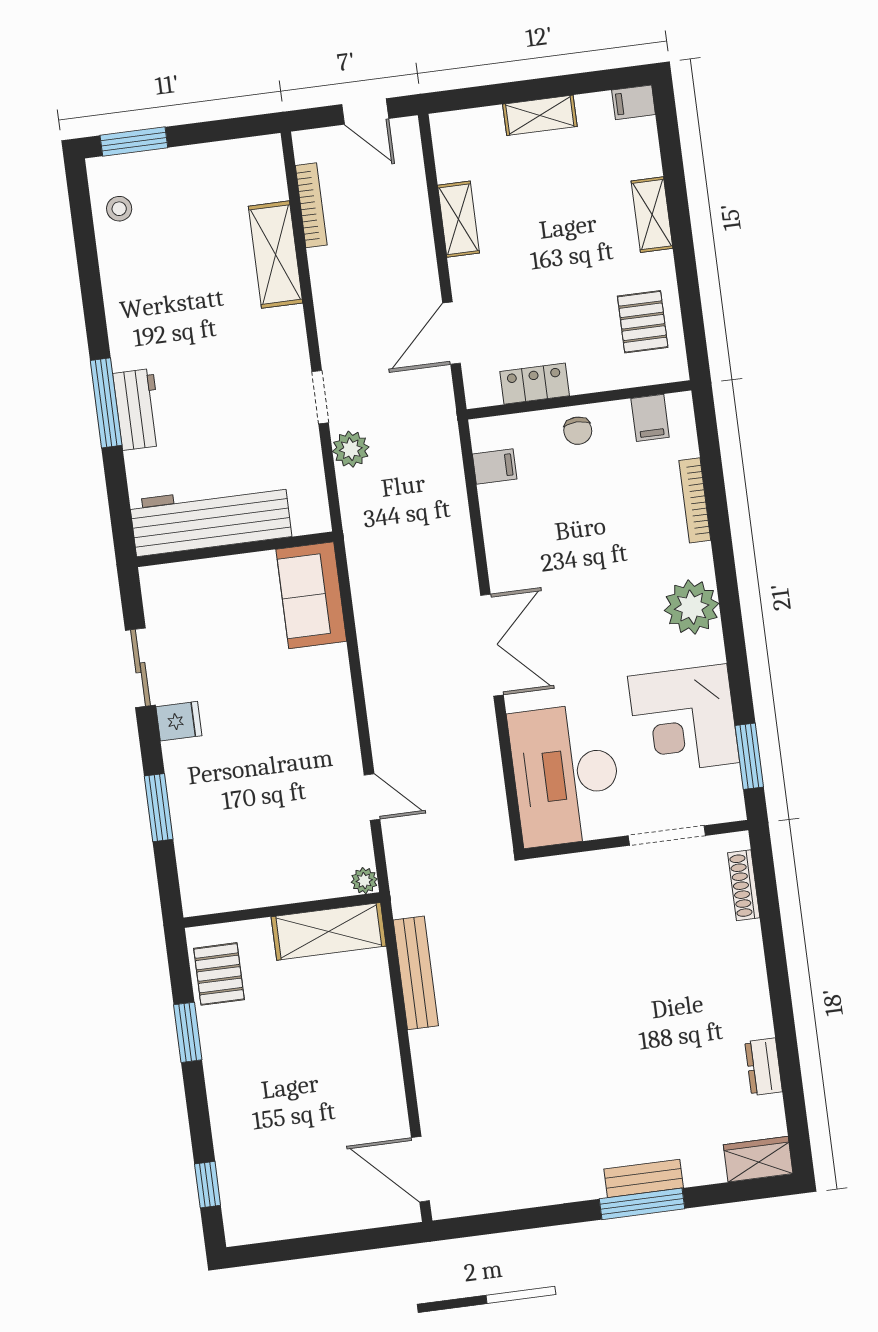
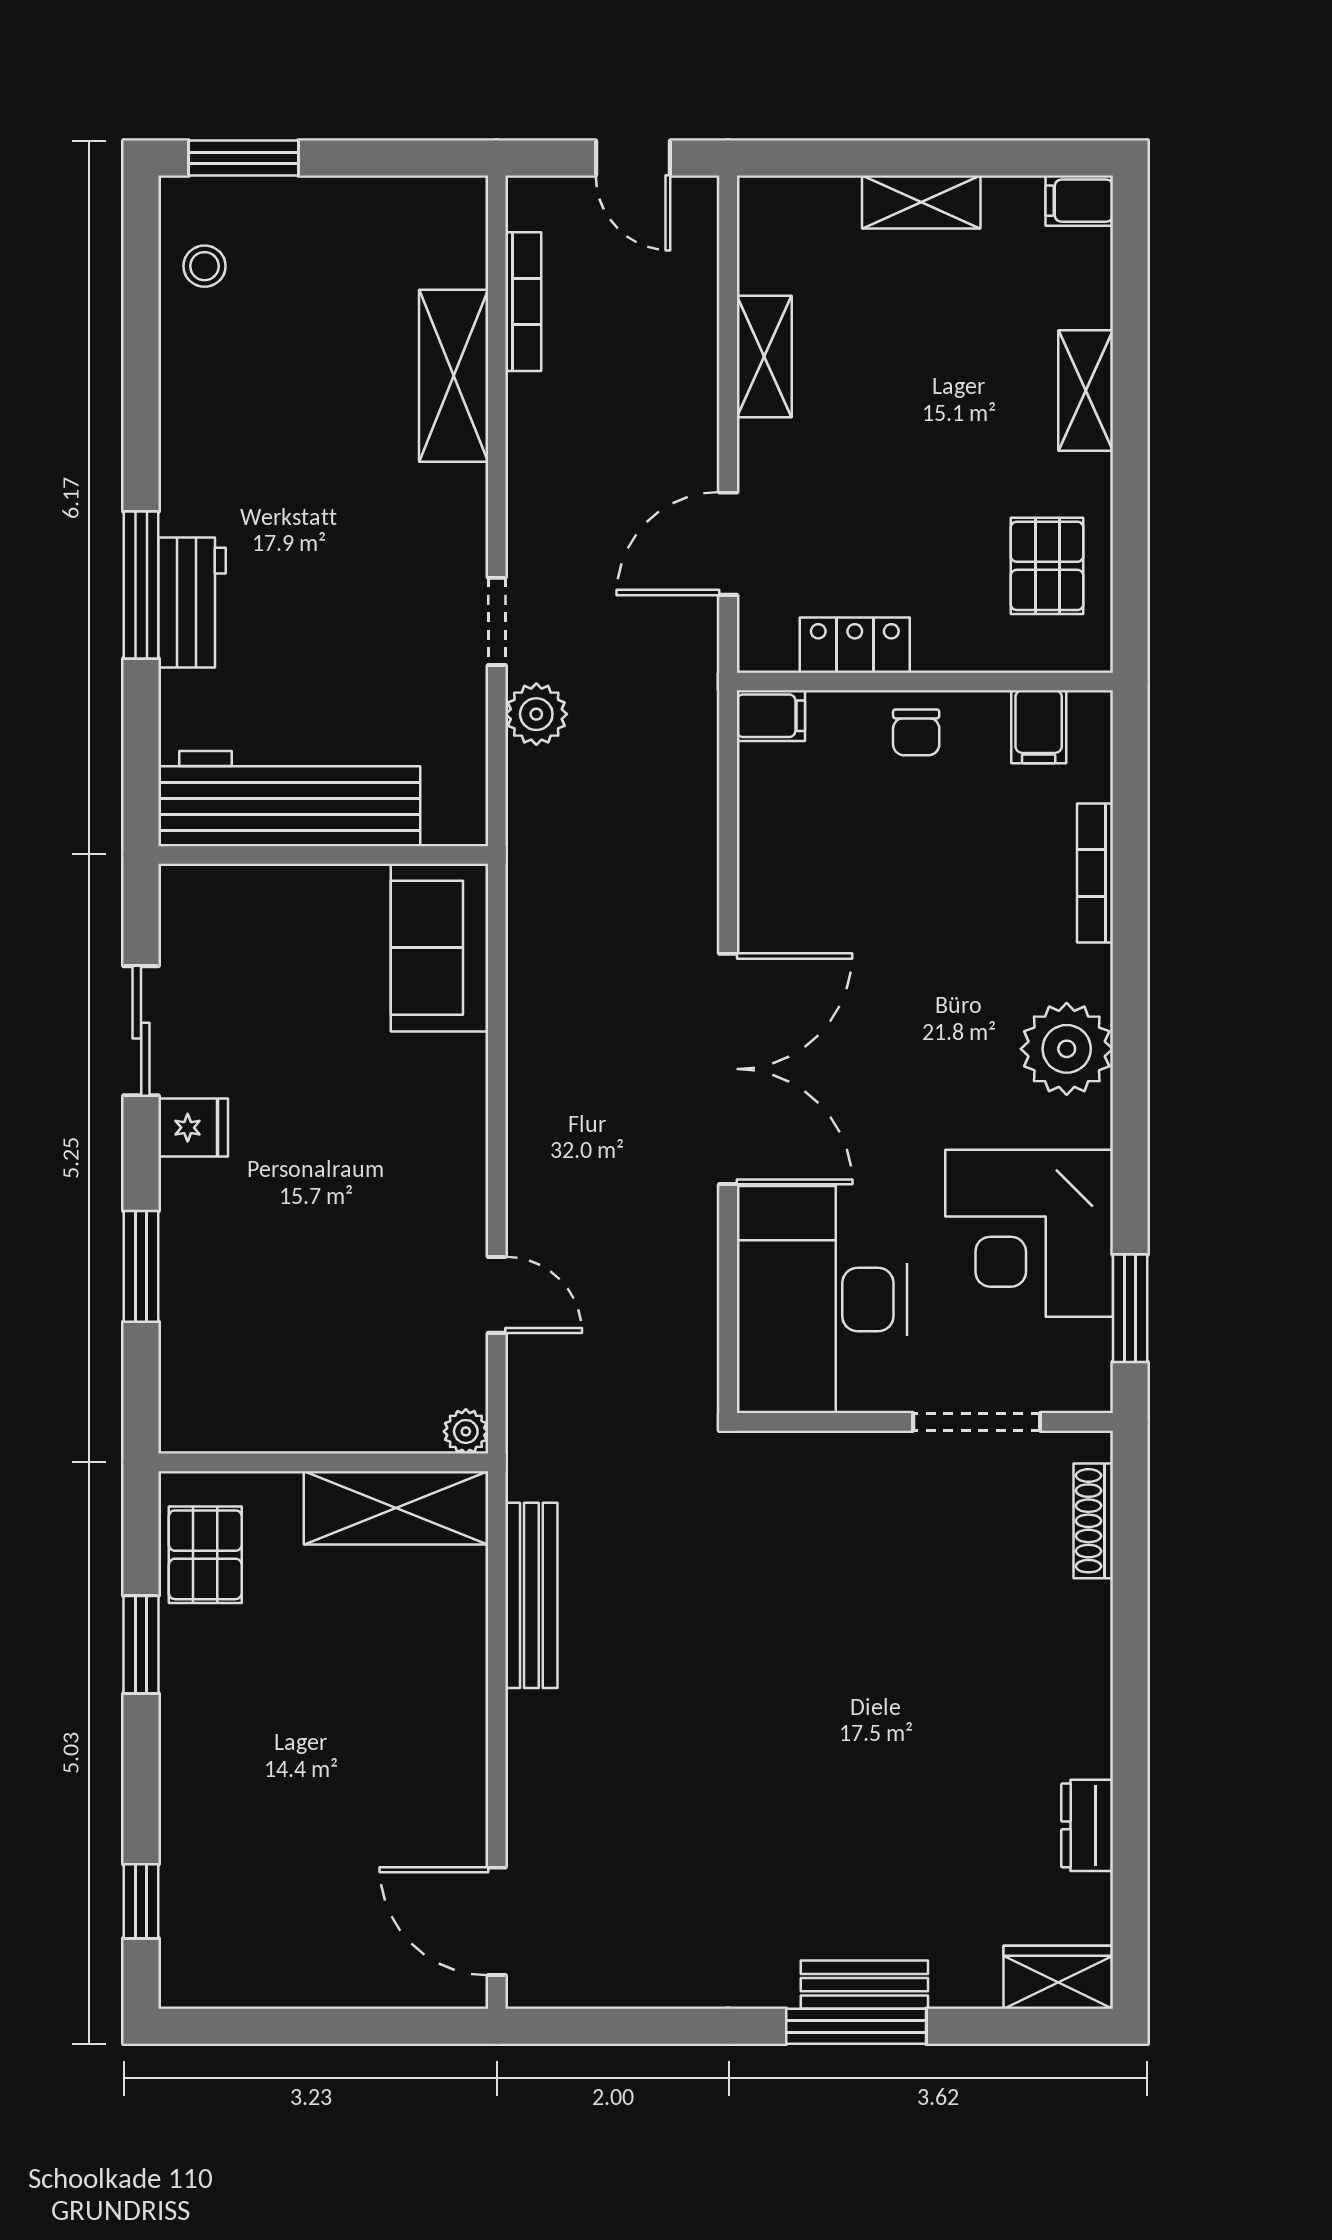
filing cabinet: (495, 467) -> (771, 716), moved
double door: (492, 645) -> (728, 1069), width x1.36

